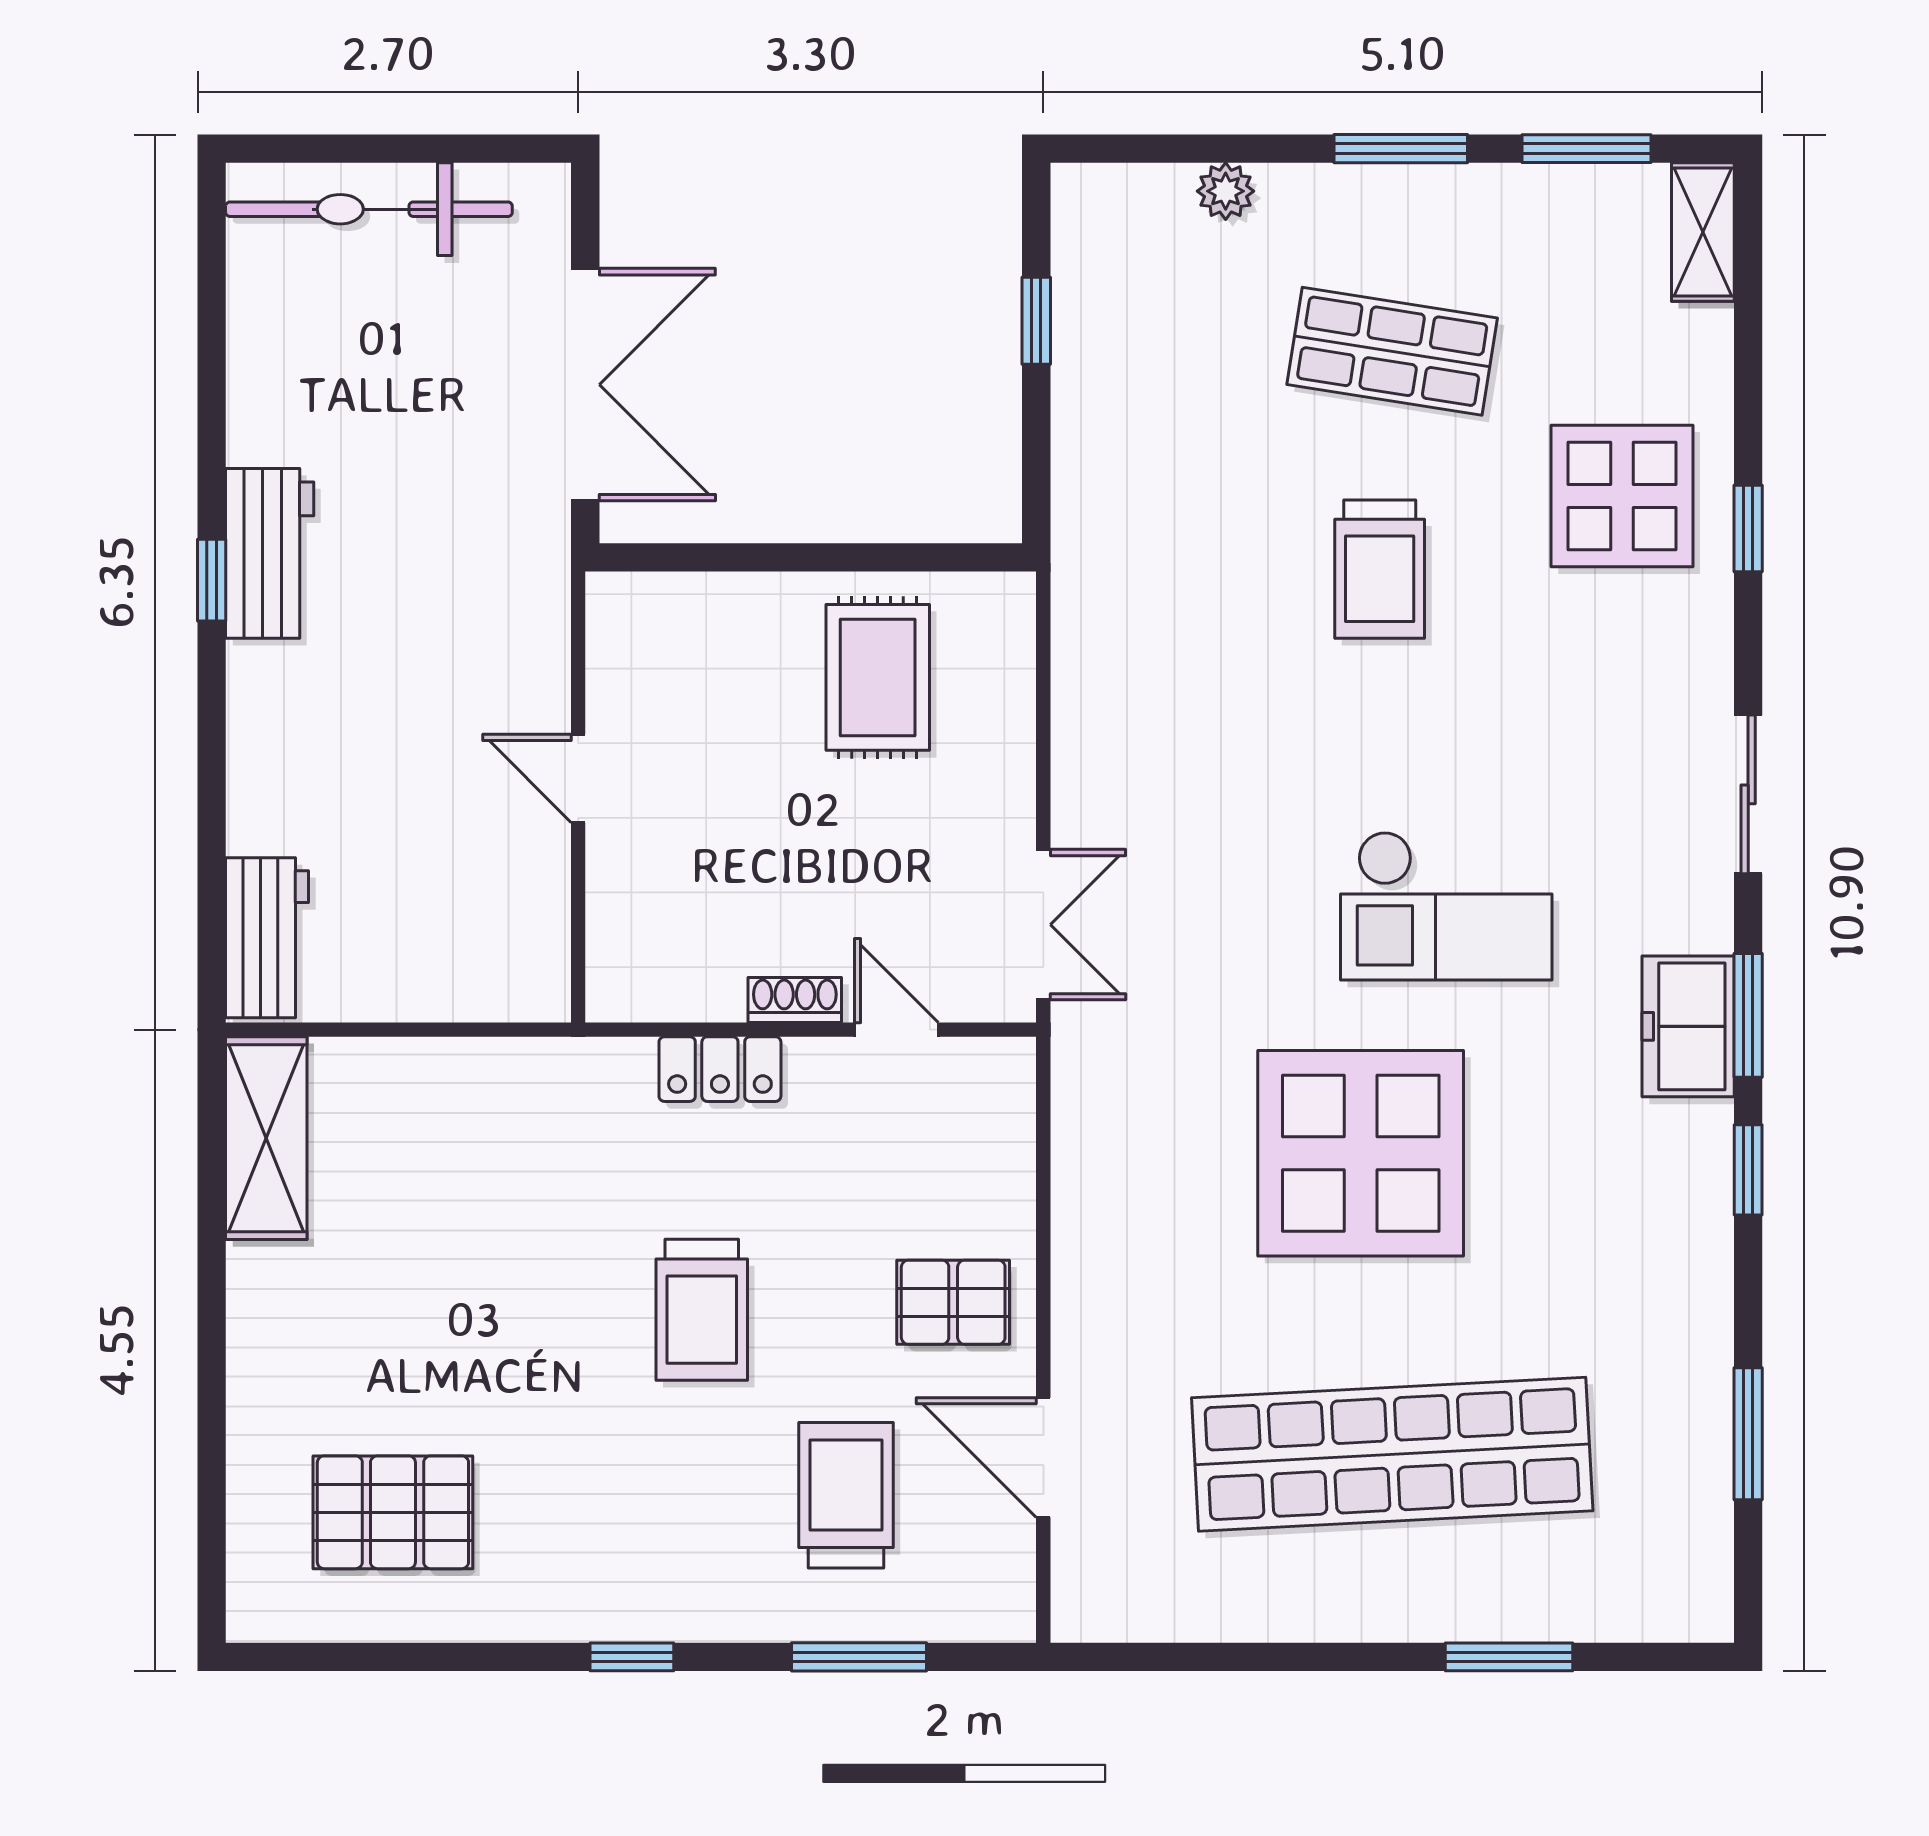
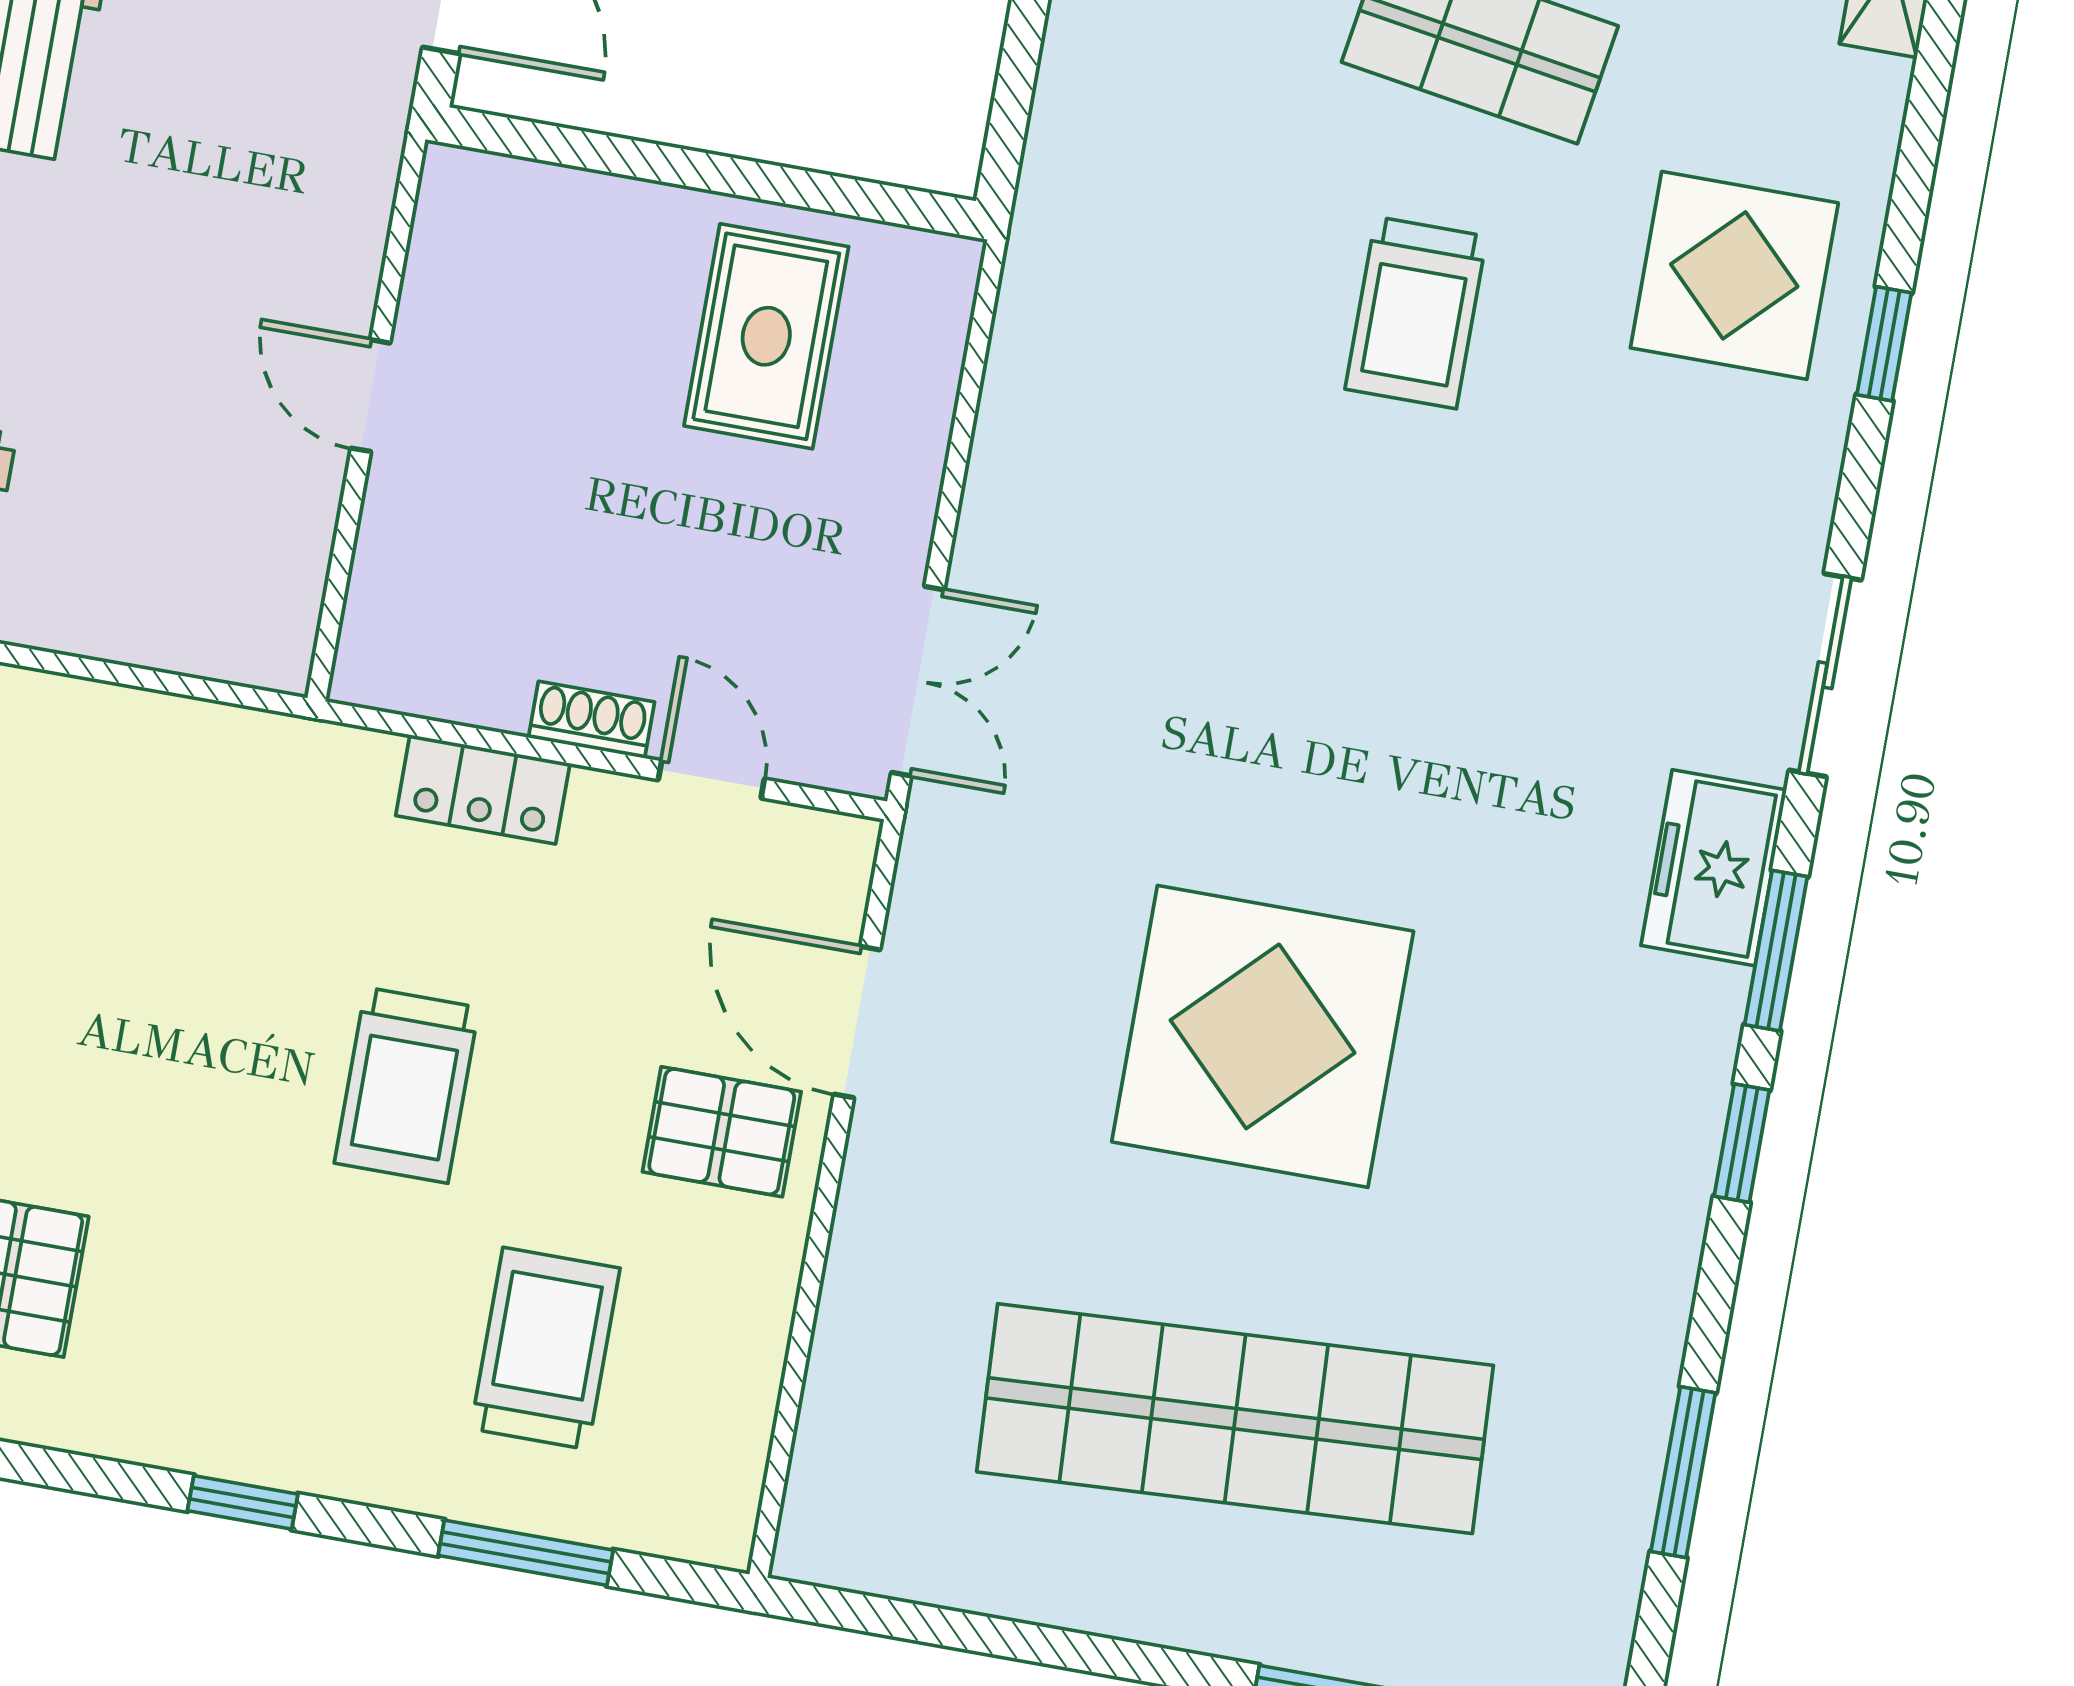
checkout: (1446, 906) -> (1424, 747), removed
freezer: (1688, 1026) -> (1714, 868), moved
door: (1043, 1457) -> (857, 1022), moved

